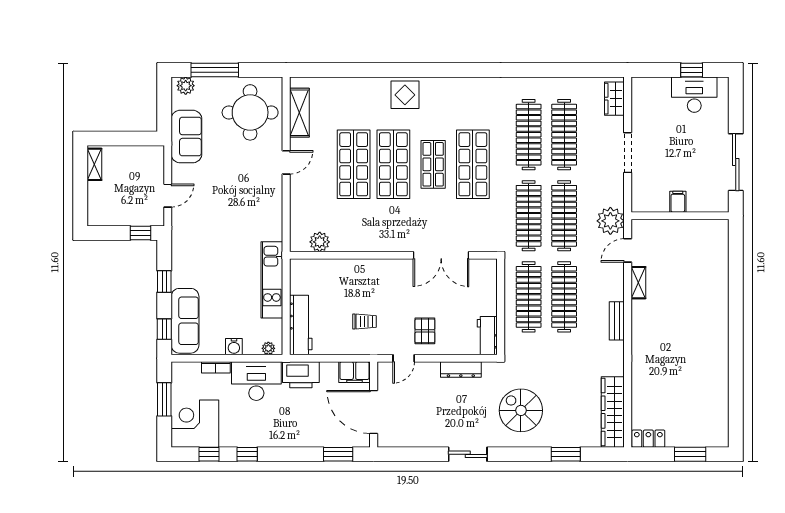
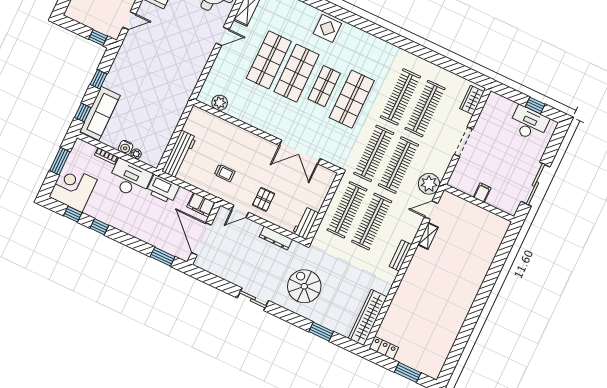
kitchen unit: (272, 280) -> (174, 114), removed
plant: (268, 348) -> (136, 154), moved

